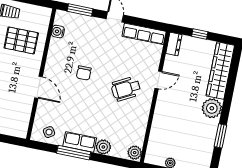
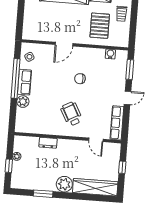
dresser: (174, 44) -> (48, 143), moved
door: (158, 80) -> (96, 140), moved
window: (74, 153) -> (16, 78), width x1.46
plant: (135, 153) -> (21, 127), removed

